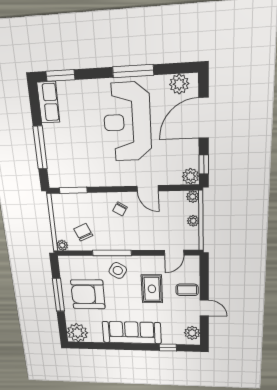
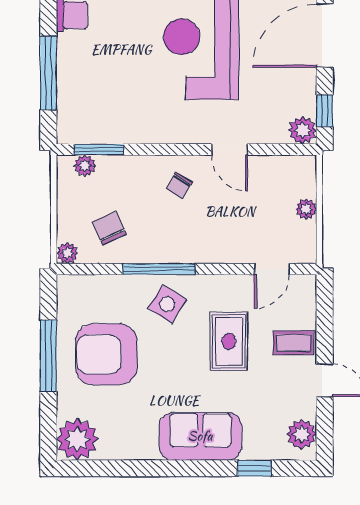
plant: (193, 197) -> (85, 166), moved
sofa: (132, 333) -> (200, 436), width x0.73

